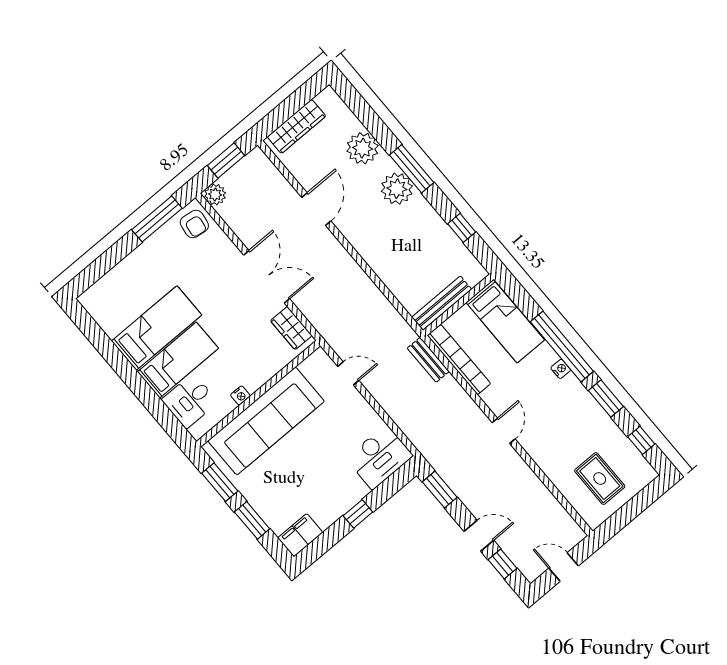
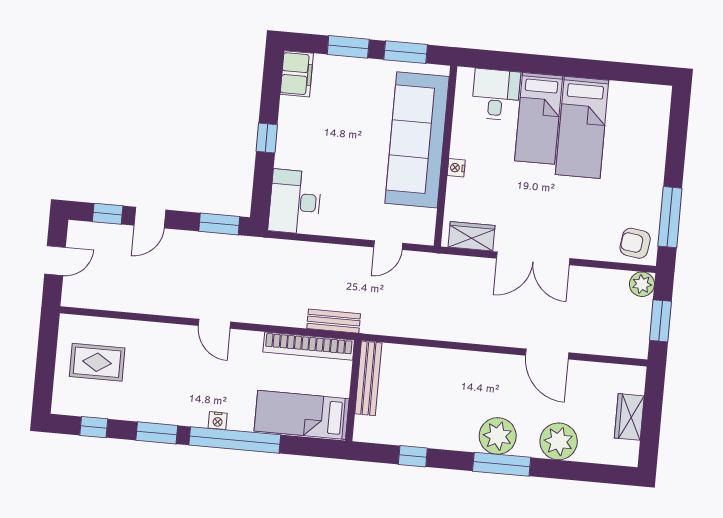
wardrobe: (296, 126) -> (629, 417), width x0.67
nightstand: (240, 395) -> (456, 168), moved

